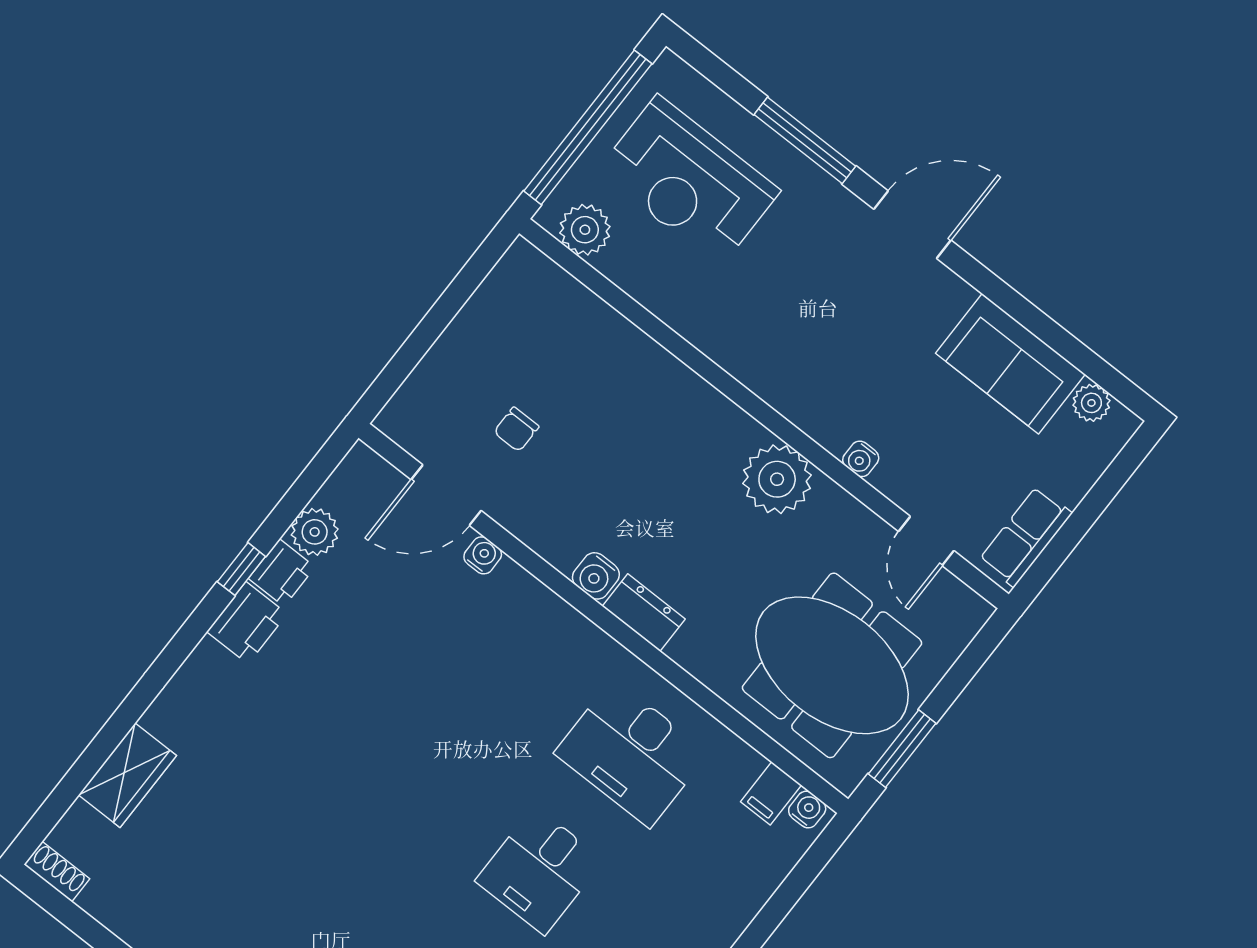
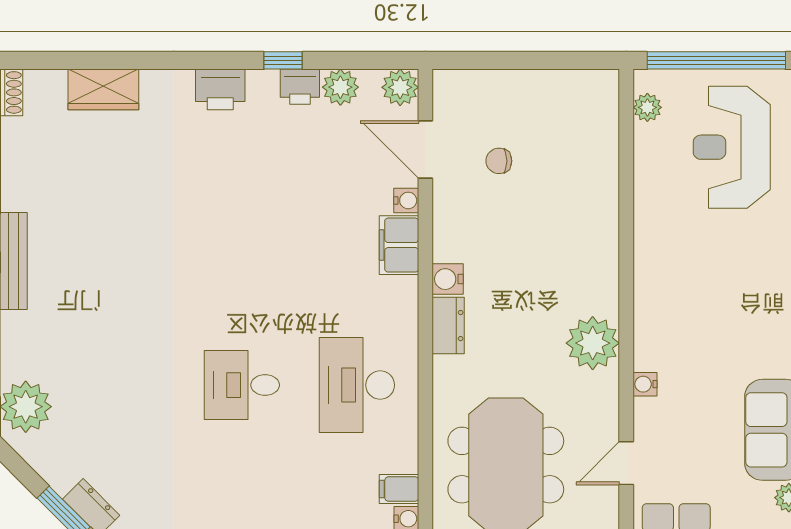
plant: (585, 230) -> (647, 107), width x0.73, depth x0.73
plant: (363, 471) -> (400, 87), added
filing cabinet: (522, 598) -> (399, 245), added
printer: (247, 623) -> (220, 89), moved

